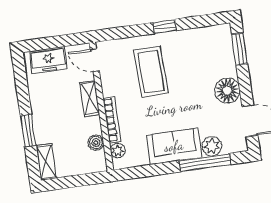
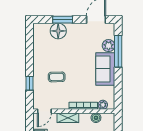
window: (165, 26) -> (29, 83), moved
window: (240, 49) -> (63, 20), moved
coffee table: (151, 72) -> (57, 77), width x0.54, depth x0.58
floor lamp: (227, 90) -> (58, 31), moved

